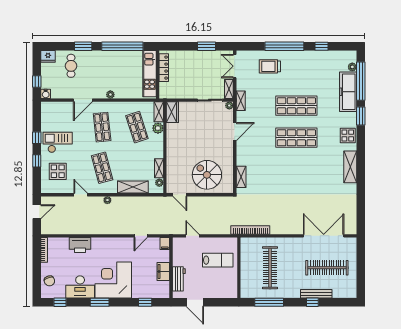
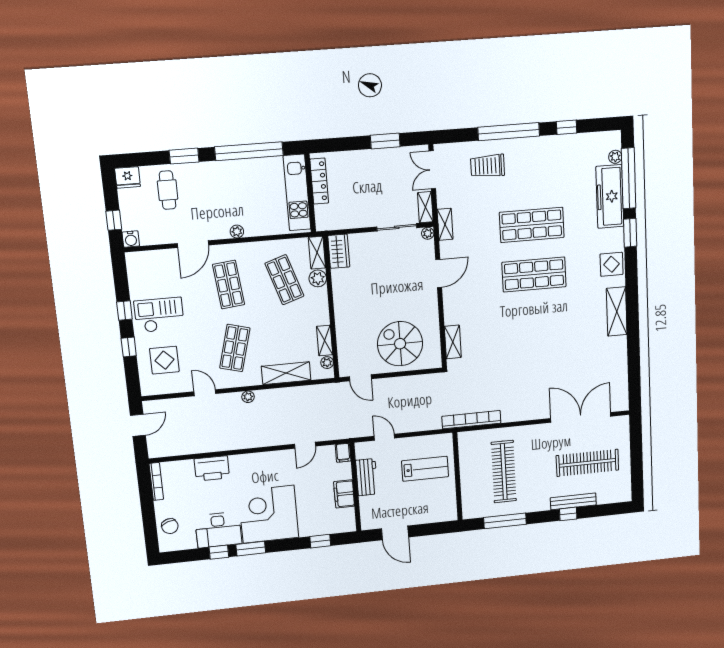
shop shelf: (102, 168) -> (235, 348), turned 30
workbench: (179, 279) -> (367, 477), moved
window: (60, 302) -> (219, 552), moved

